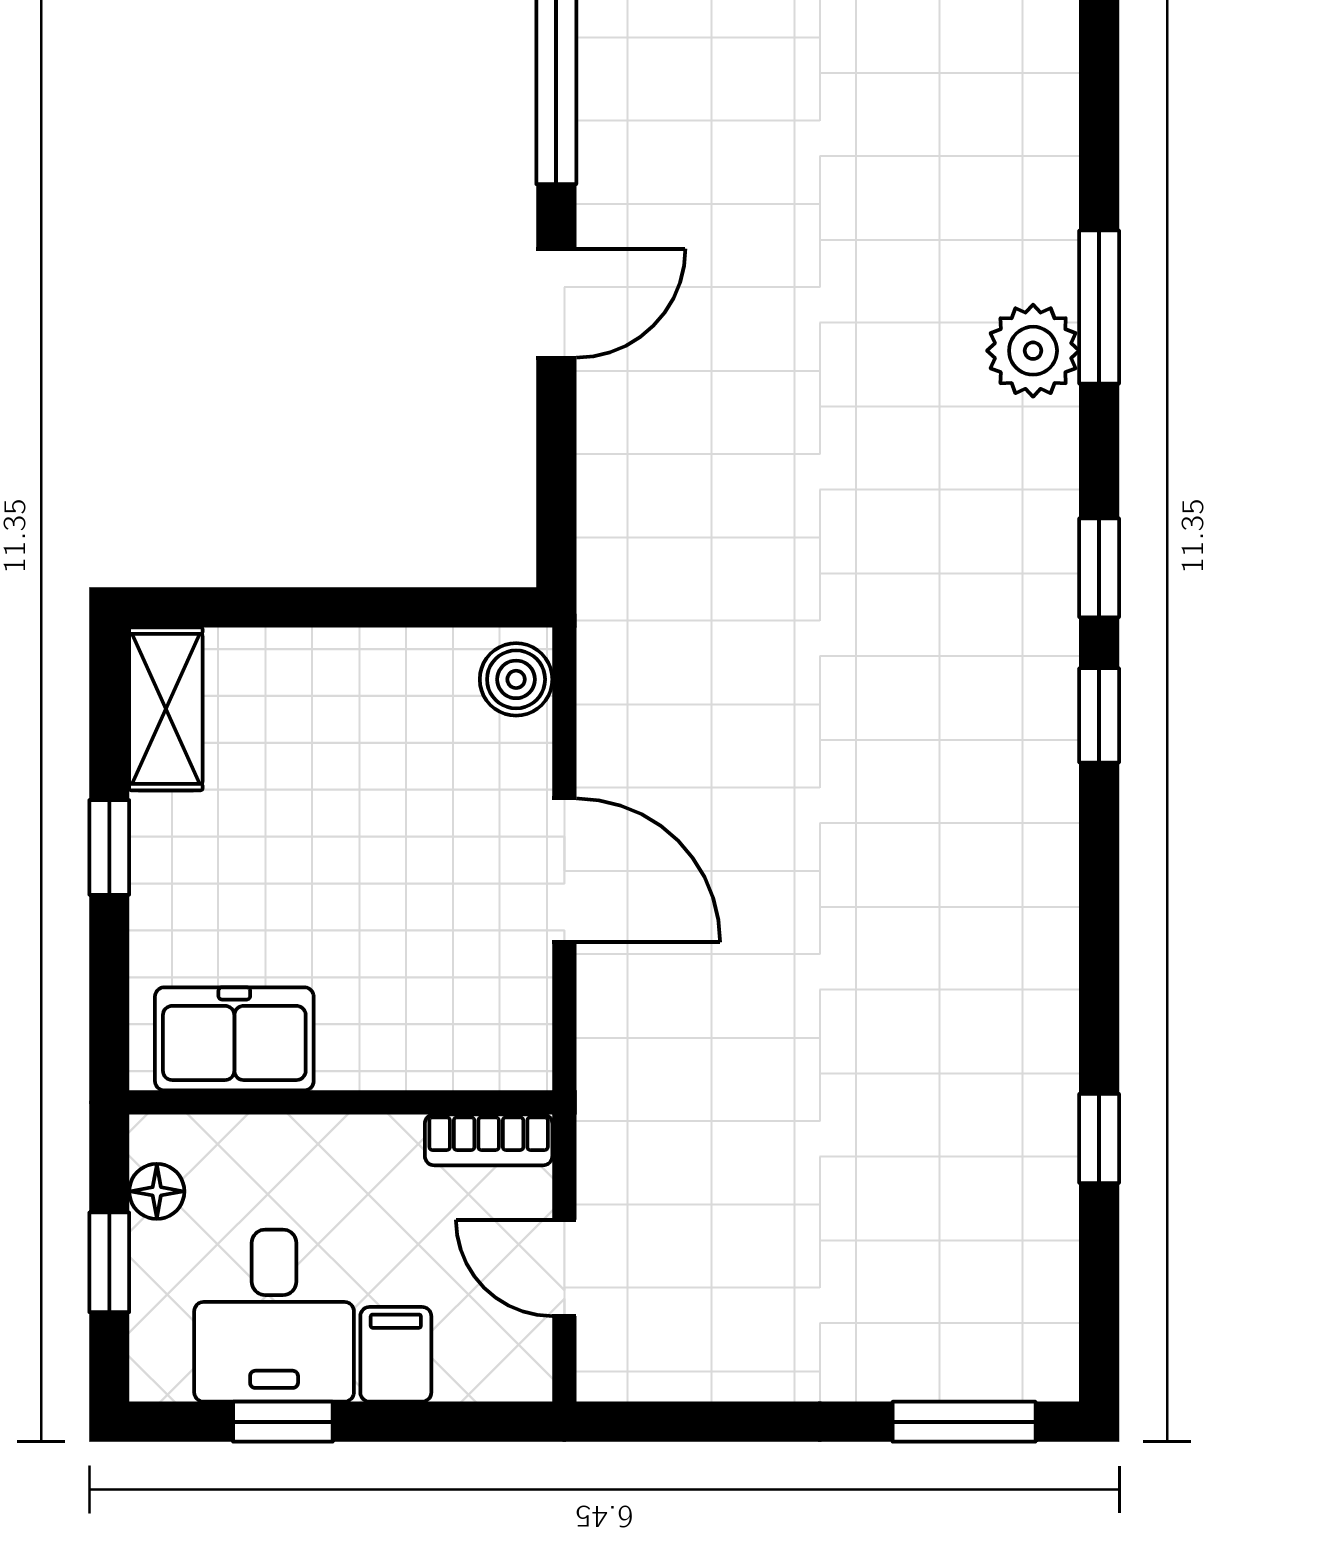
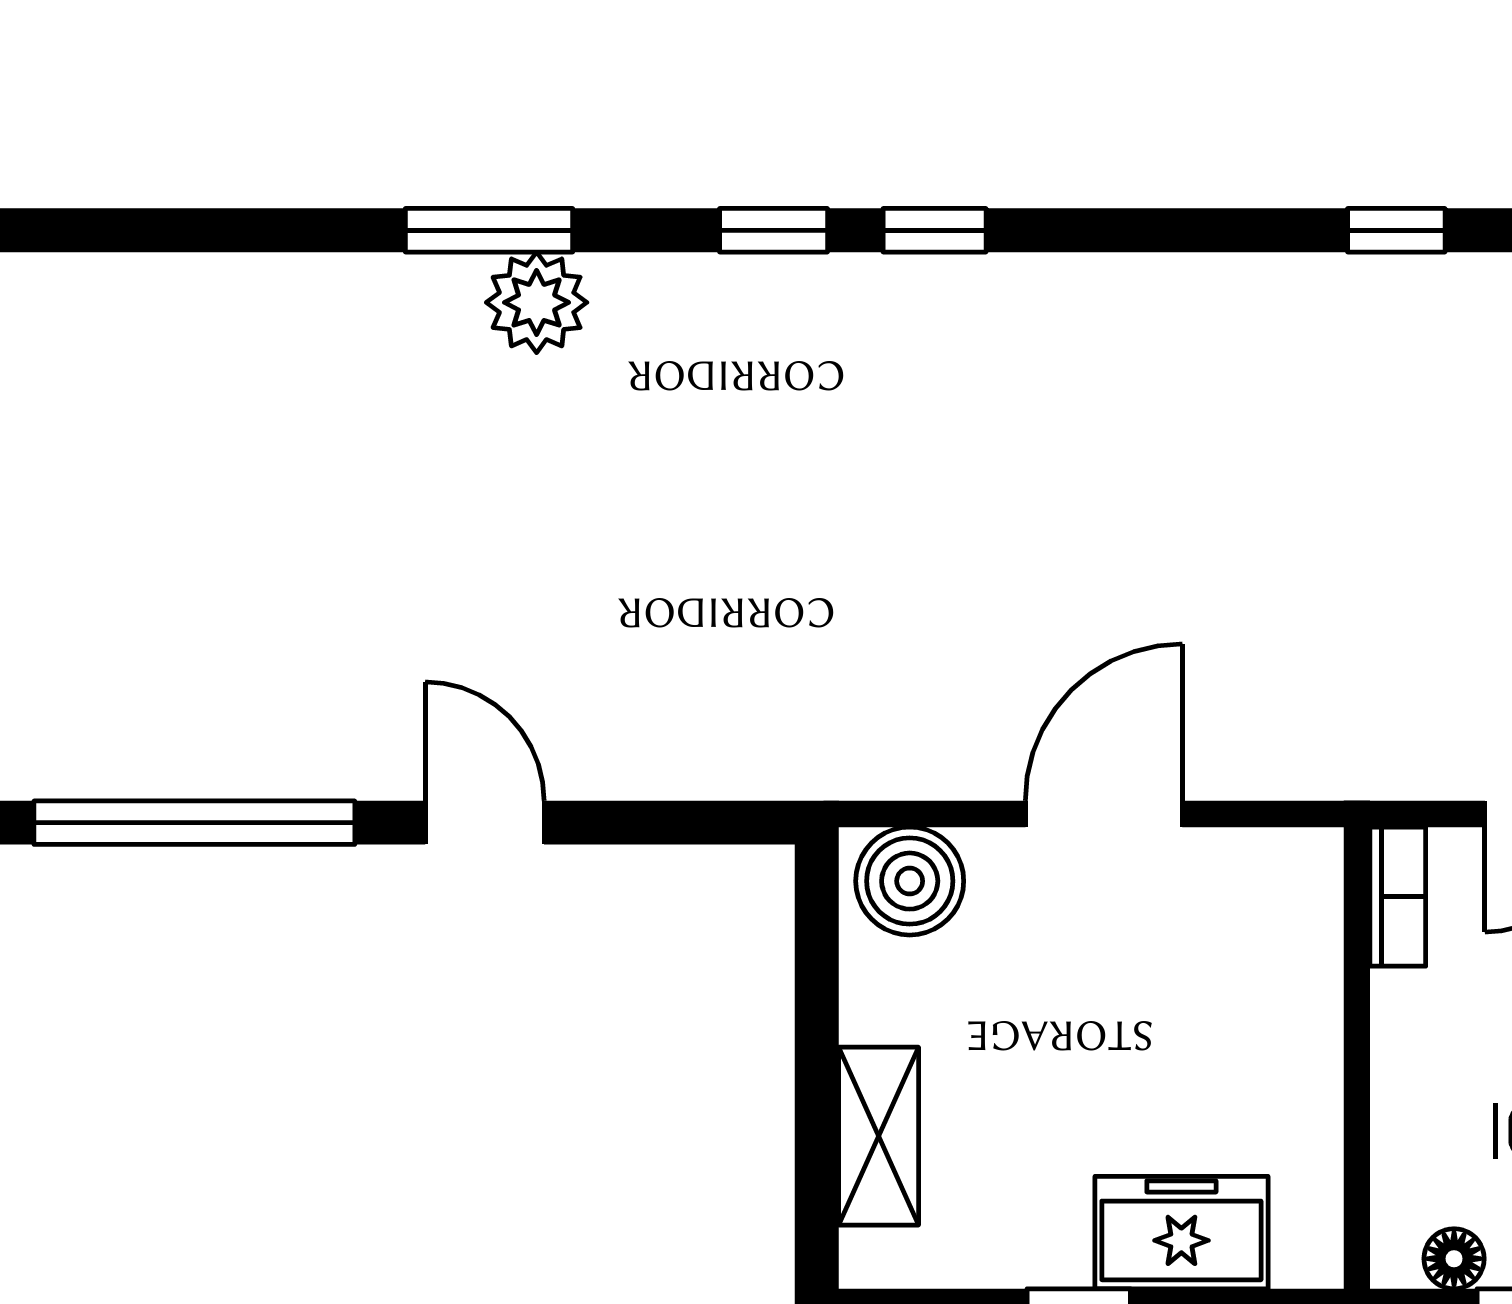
boiler: (516, 679) -> (910, 881), width x1.36, depth x1.36
shelving: (166, 709) -> (879, 1136), moved, turned 90
freezer: (234, 1039) -> (1181, 1233), moved, turned 90

